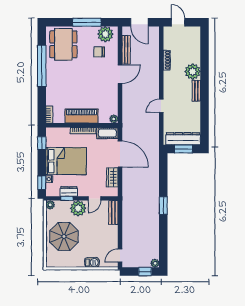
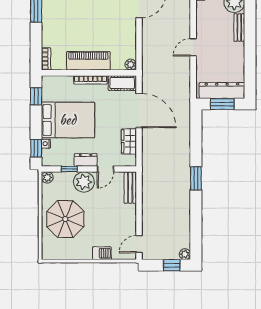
dresser: (69, 191) -> (86, 160), moved

